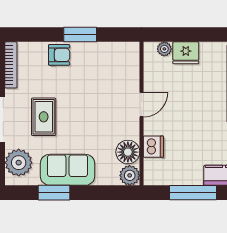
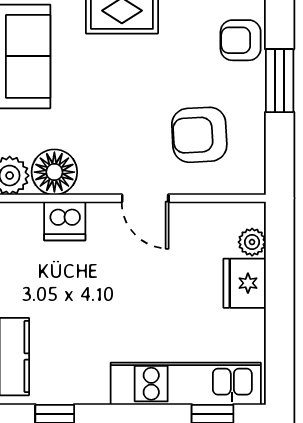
armchair: (59, 55) -> (241, 40), turned 90
armchair: (108, 76) -> (199, 135), added

